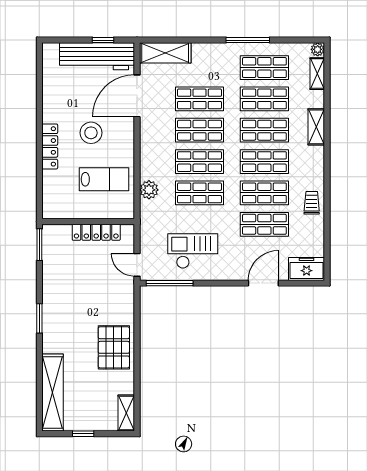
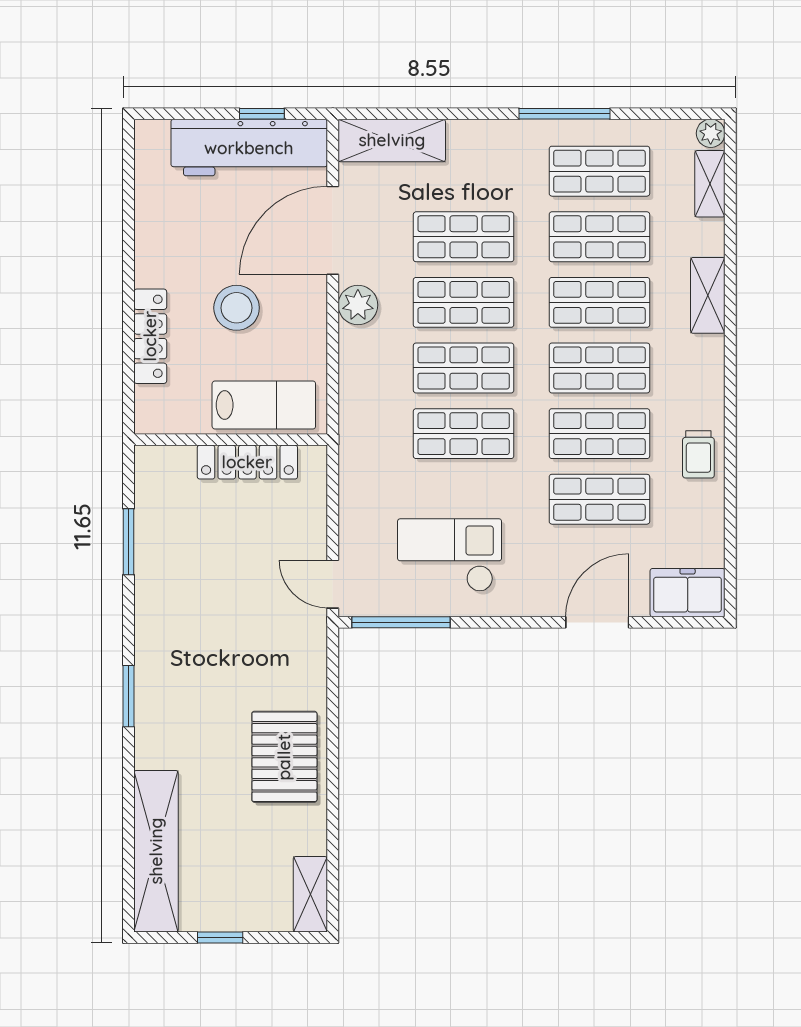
plant: (149, 190) -> (358, 305), moved
trolley: (312, 203) -> (698, 454), turned 180
wall: (88, 221) -> (231, 440), moved
locker: (96, 232) -> (247, 462), moved

